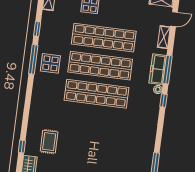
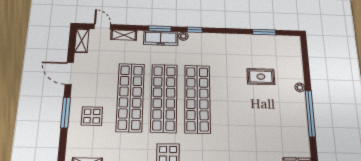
window: (167, 70) -> (160, 29), width x0.69
rug: (49, 142) -> (261, 77), moved

